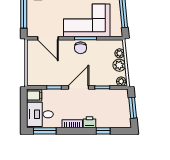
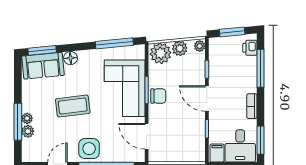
door: (48, 38) -> (147, 136), swing flipped
plant: (120, 53) -> (161, 53), width x1.88, depth x1.88
printer: (90, 122) -> (250, 48), moved
window: (103, 131) -> (260, 68), width x2.17

